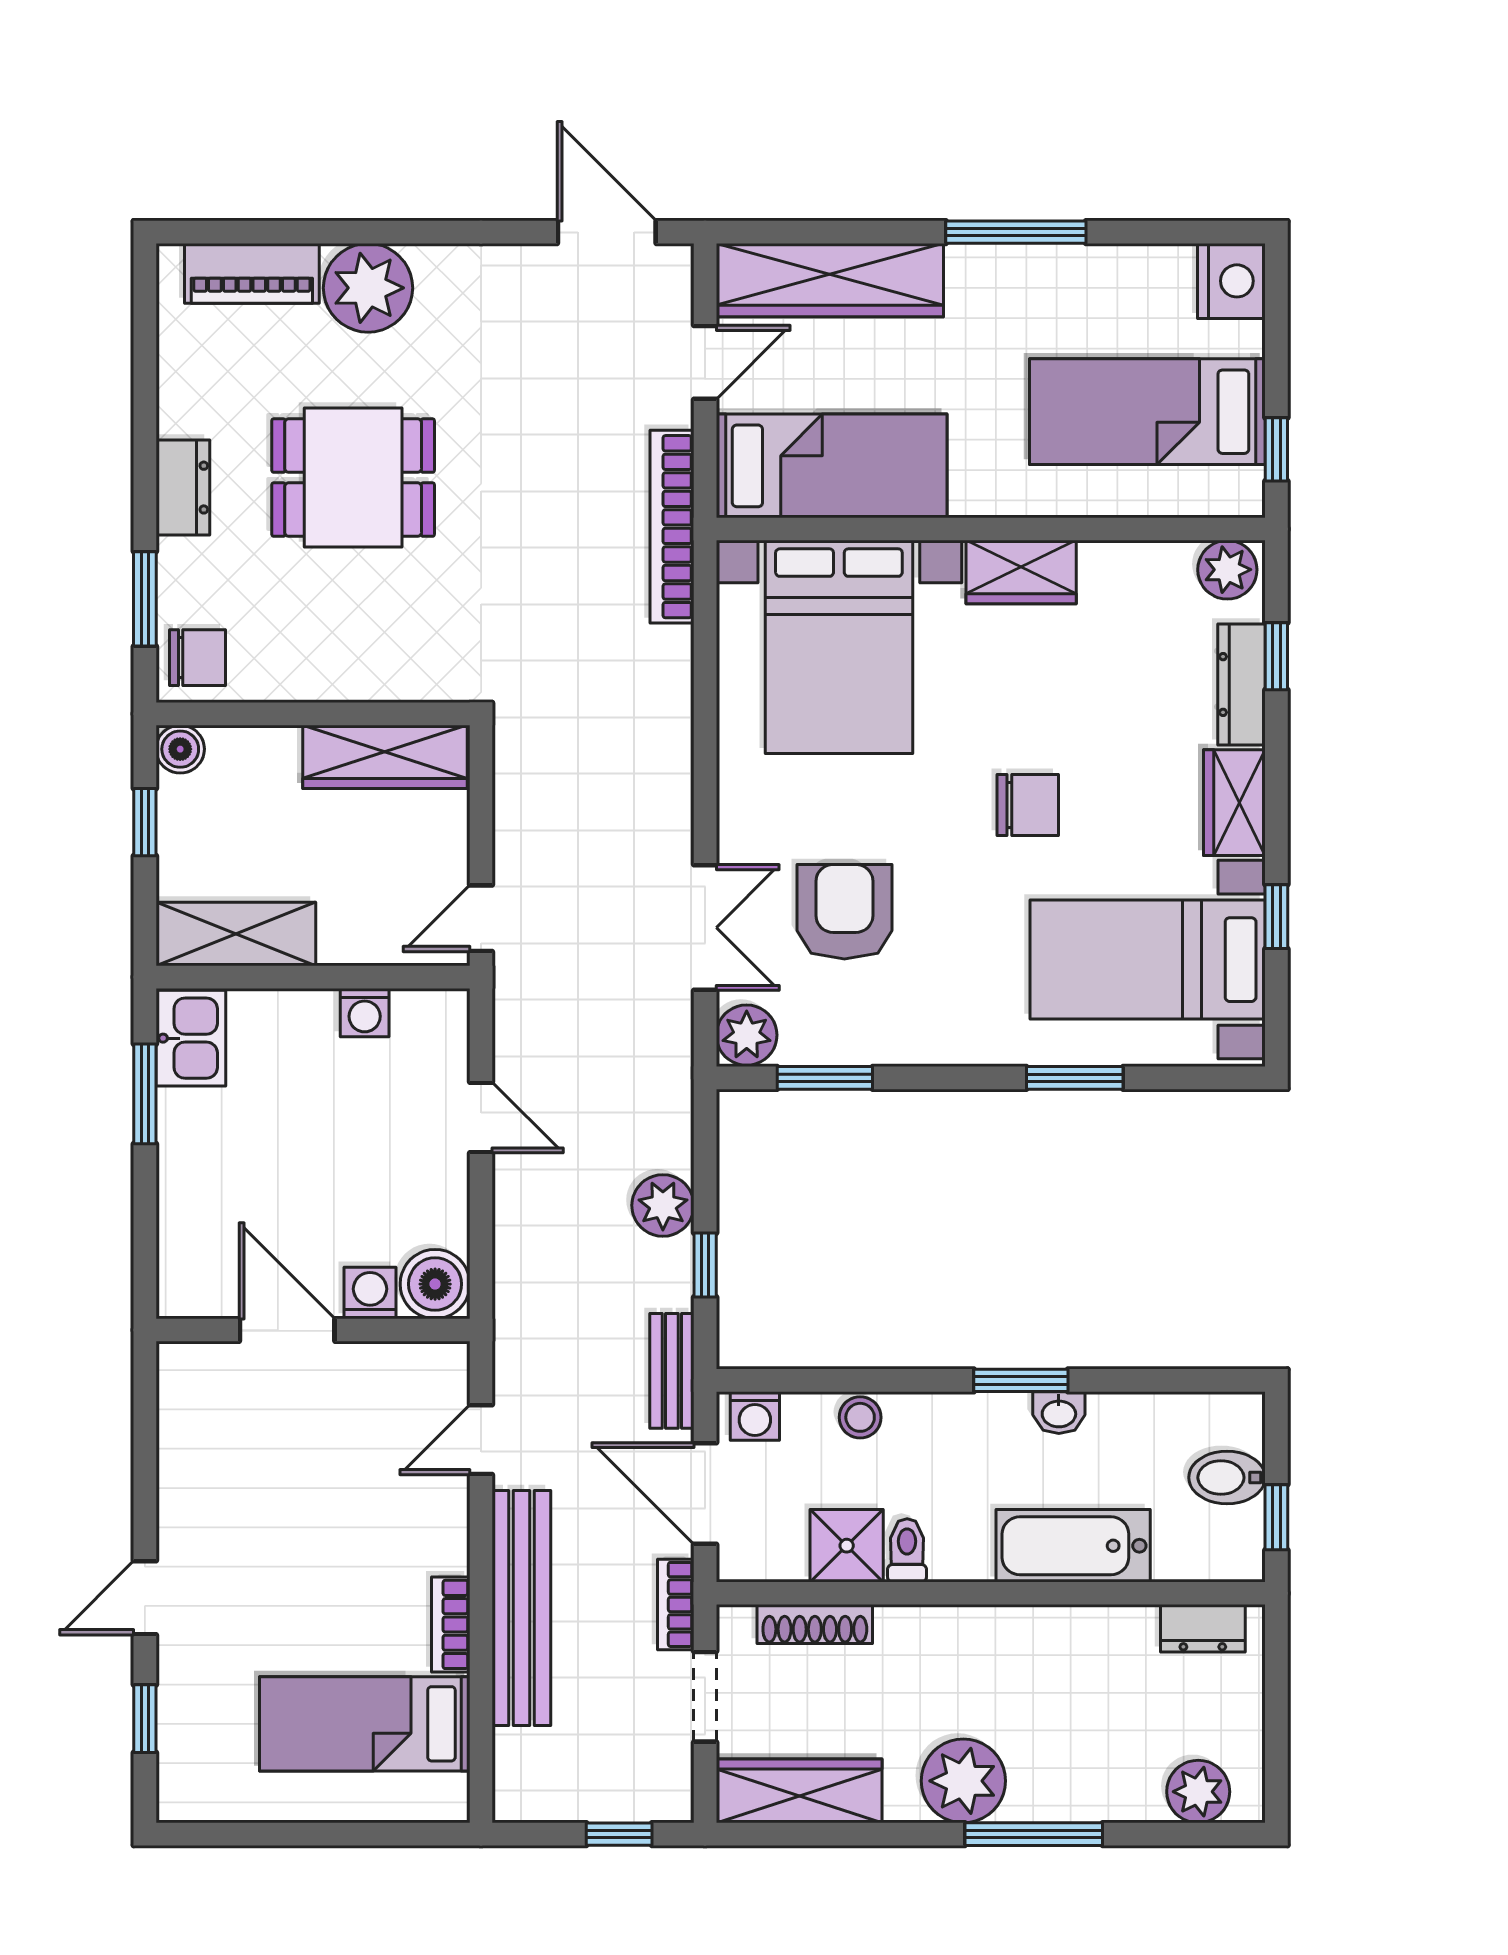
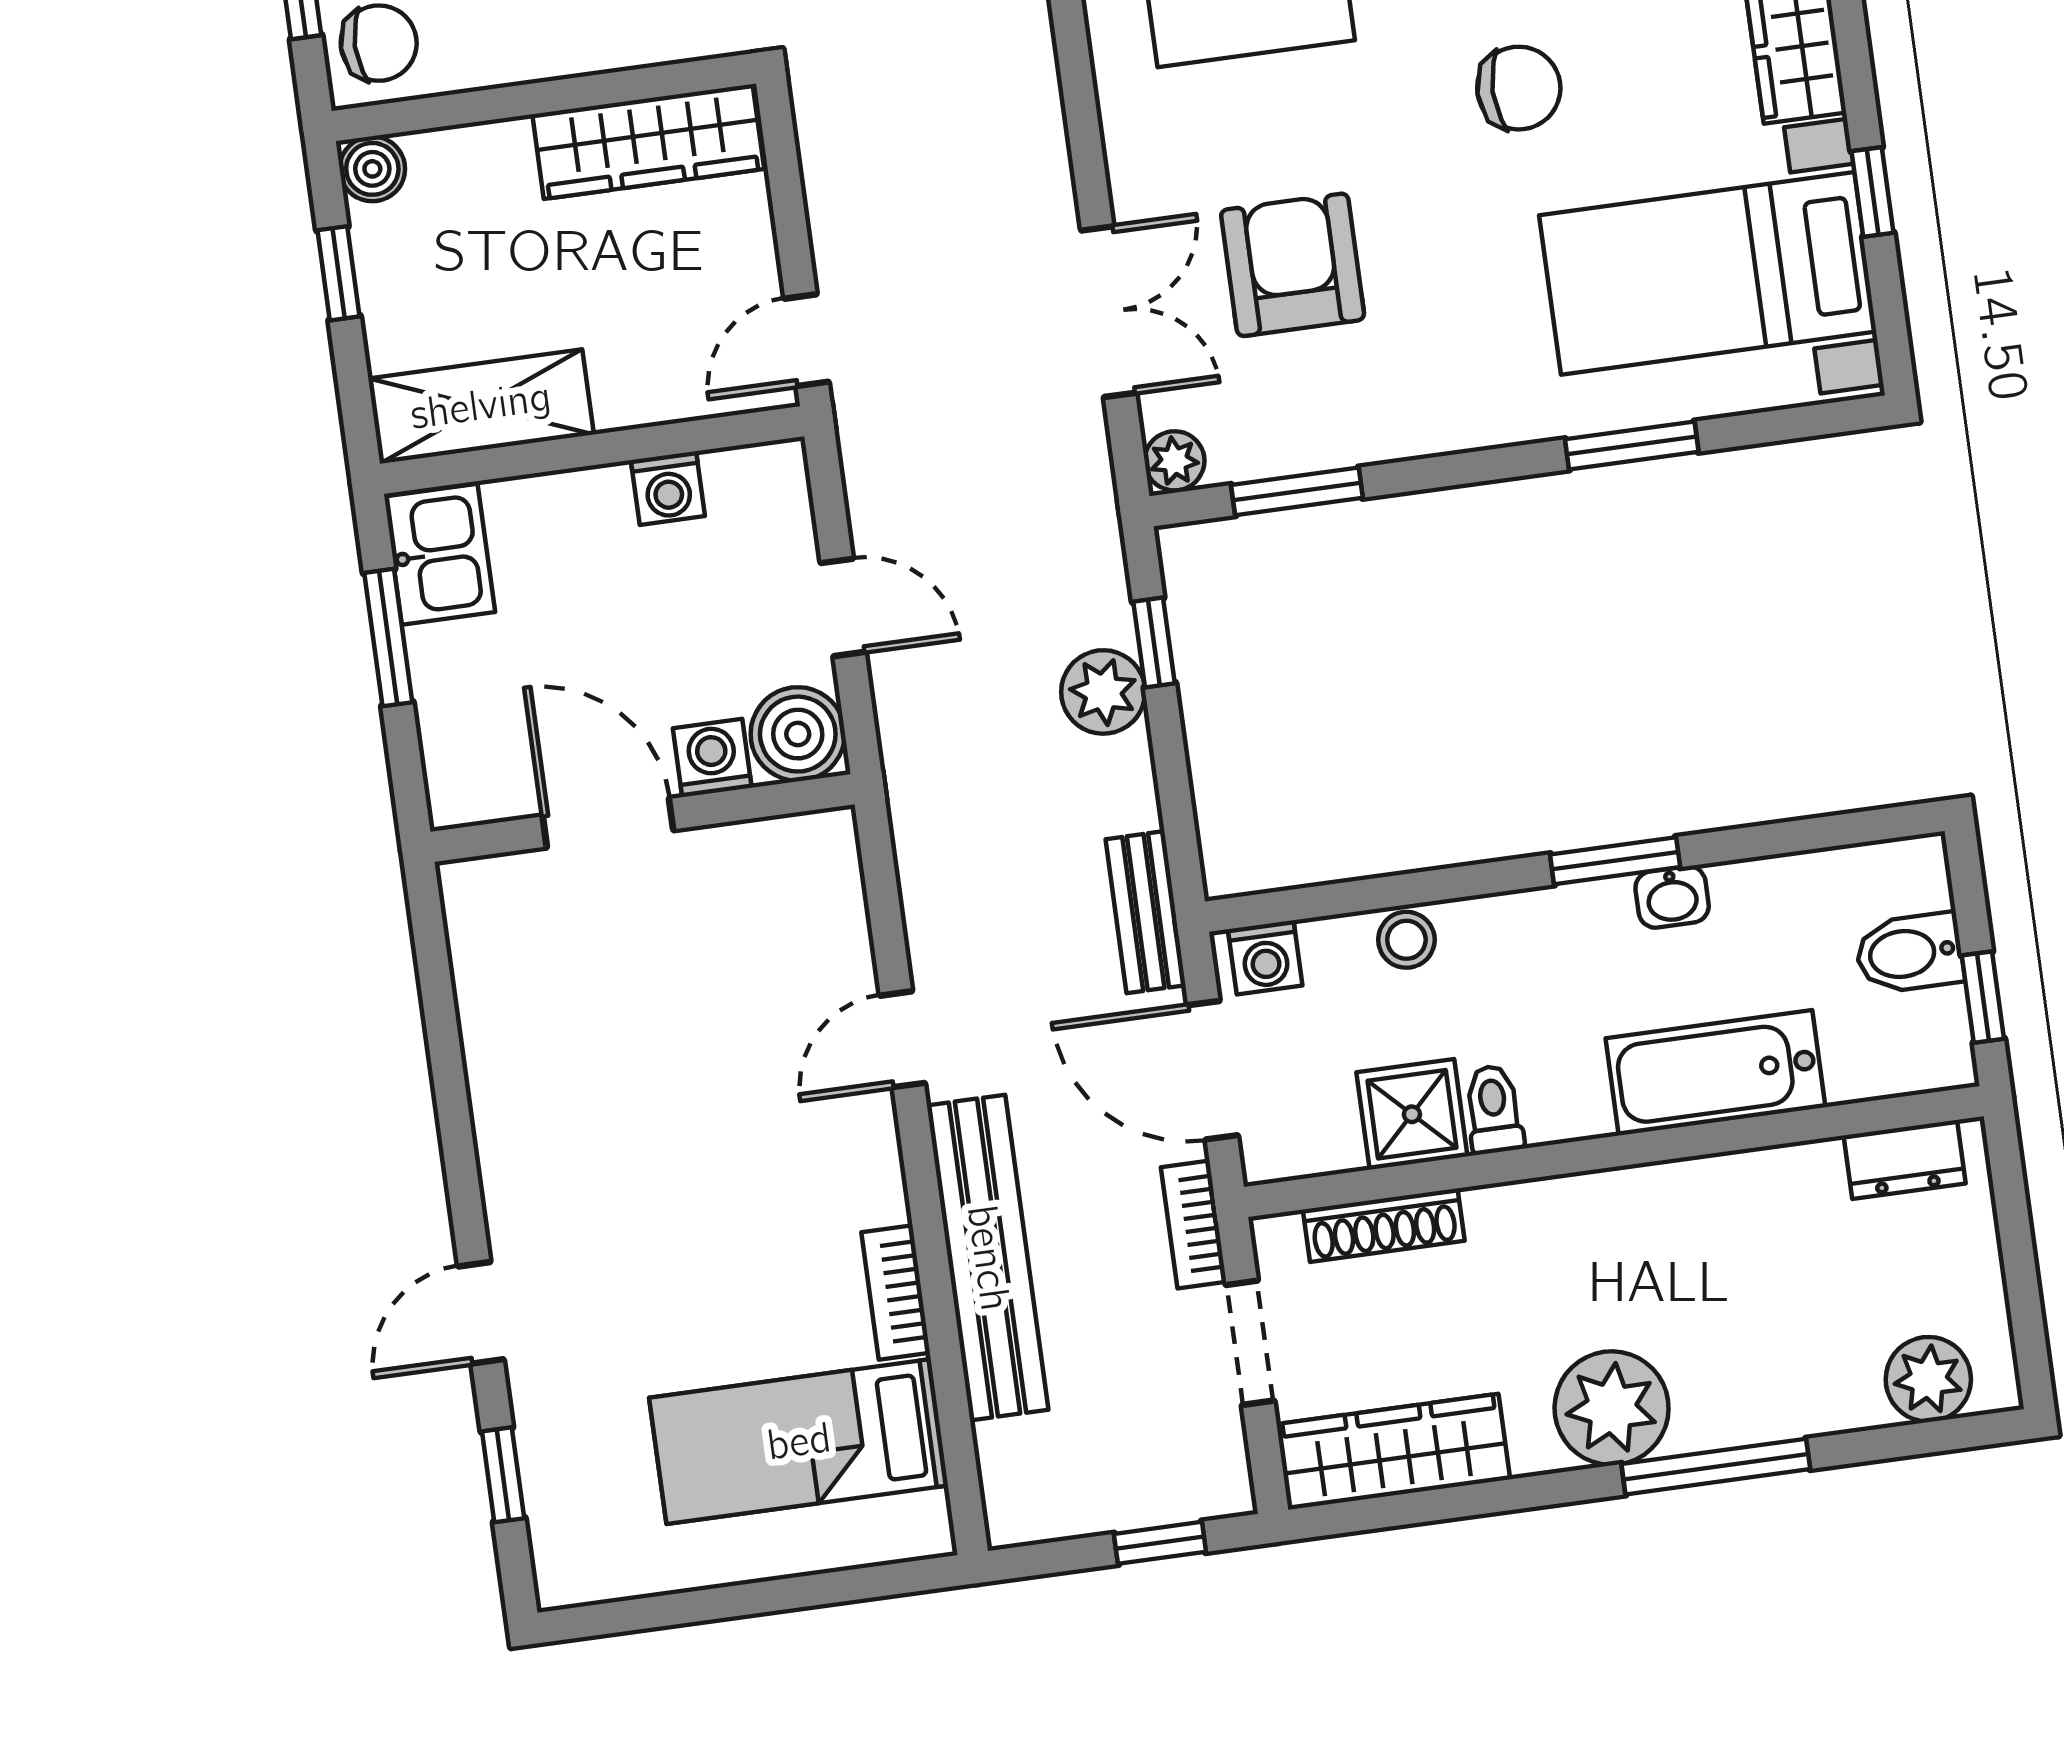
plant: (747, 1035) -> (1174, 461), width x0.73, depth x0.73
window: (705, 1265) -> (1154, 643), moved
boiler: (435, 1284) -> (798, 734), moved
washing machine: (370, 1293) -> (712, 758), moved
door: (287, 1330) -> (608, 823), moved
wall: (313, 1330) -> (643, 818), moved

